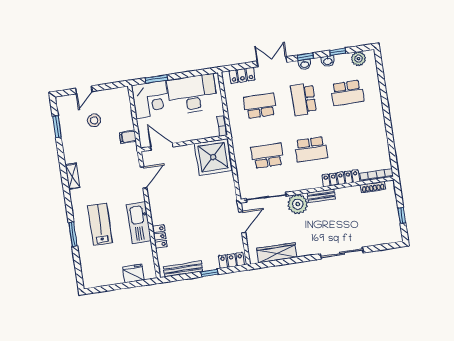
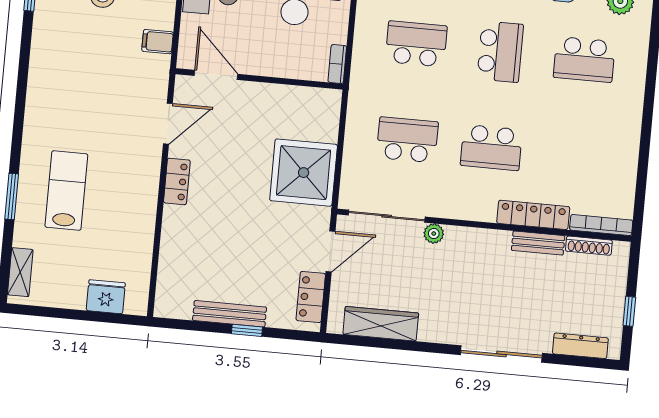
school desk: (304, 99) -> (500, 52), turned 180
shower: (213, 157) -> (304, 173), moved
shelving: (73, 176) -> (20, 272), moved
bench: (321, 196) -> (538, 243), moved
plant: (298, 204) -> (434, 234), width x0.53, depth x0.53
kitchen sink: (139, 223) -> (139, 205), removed
locker: (160, 237) -> (177, 181), moved
dresser: (381, 239) -> (580, 346), added
locker: (232, 260) -> (311, 297), moved, turned -90
bench: (183, 269) -> (230, 314), moved

